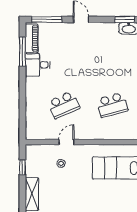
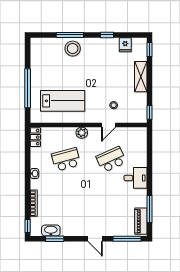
desk: (38, 65) -> (135, 178), moved
plant: (95, 134) -> (82, 133), added
window: (22, 167) -> (149, 112), moved

